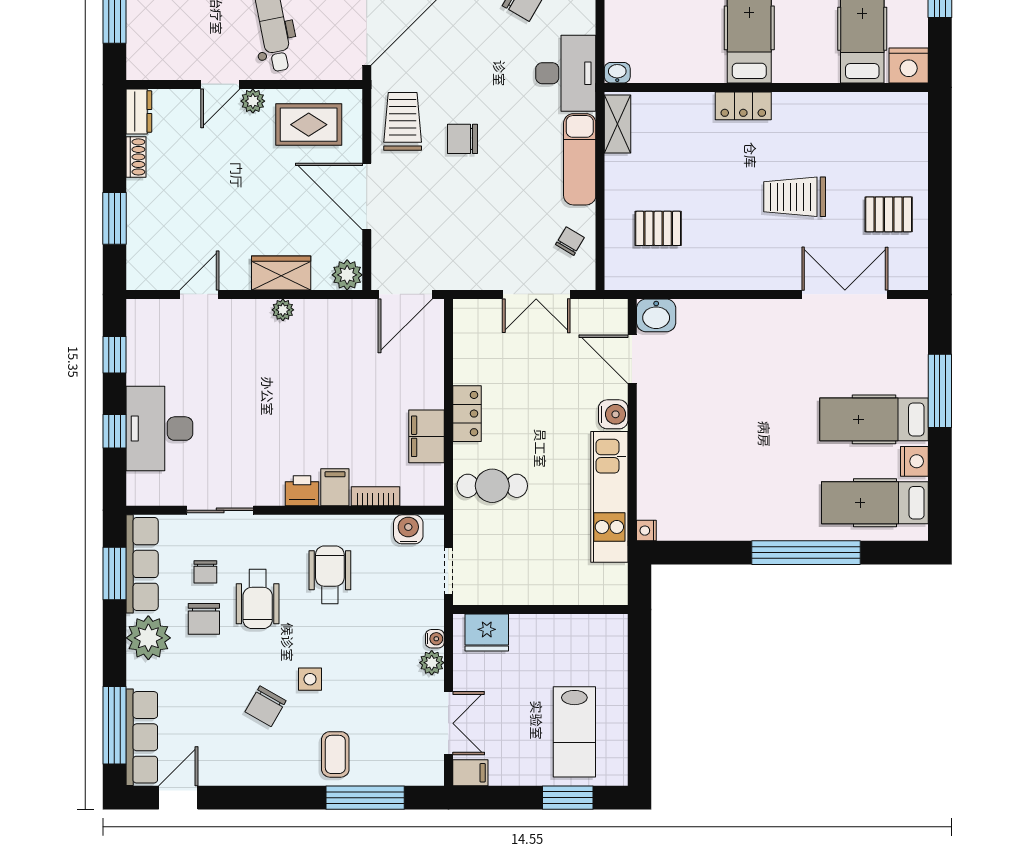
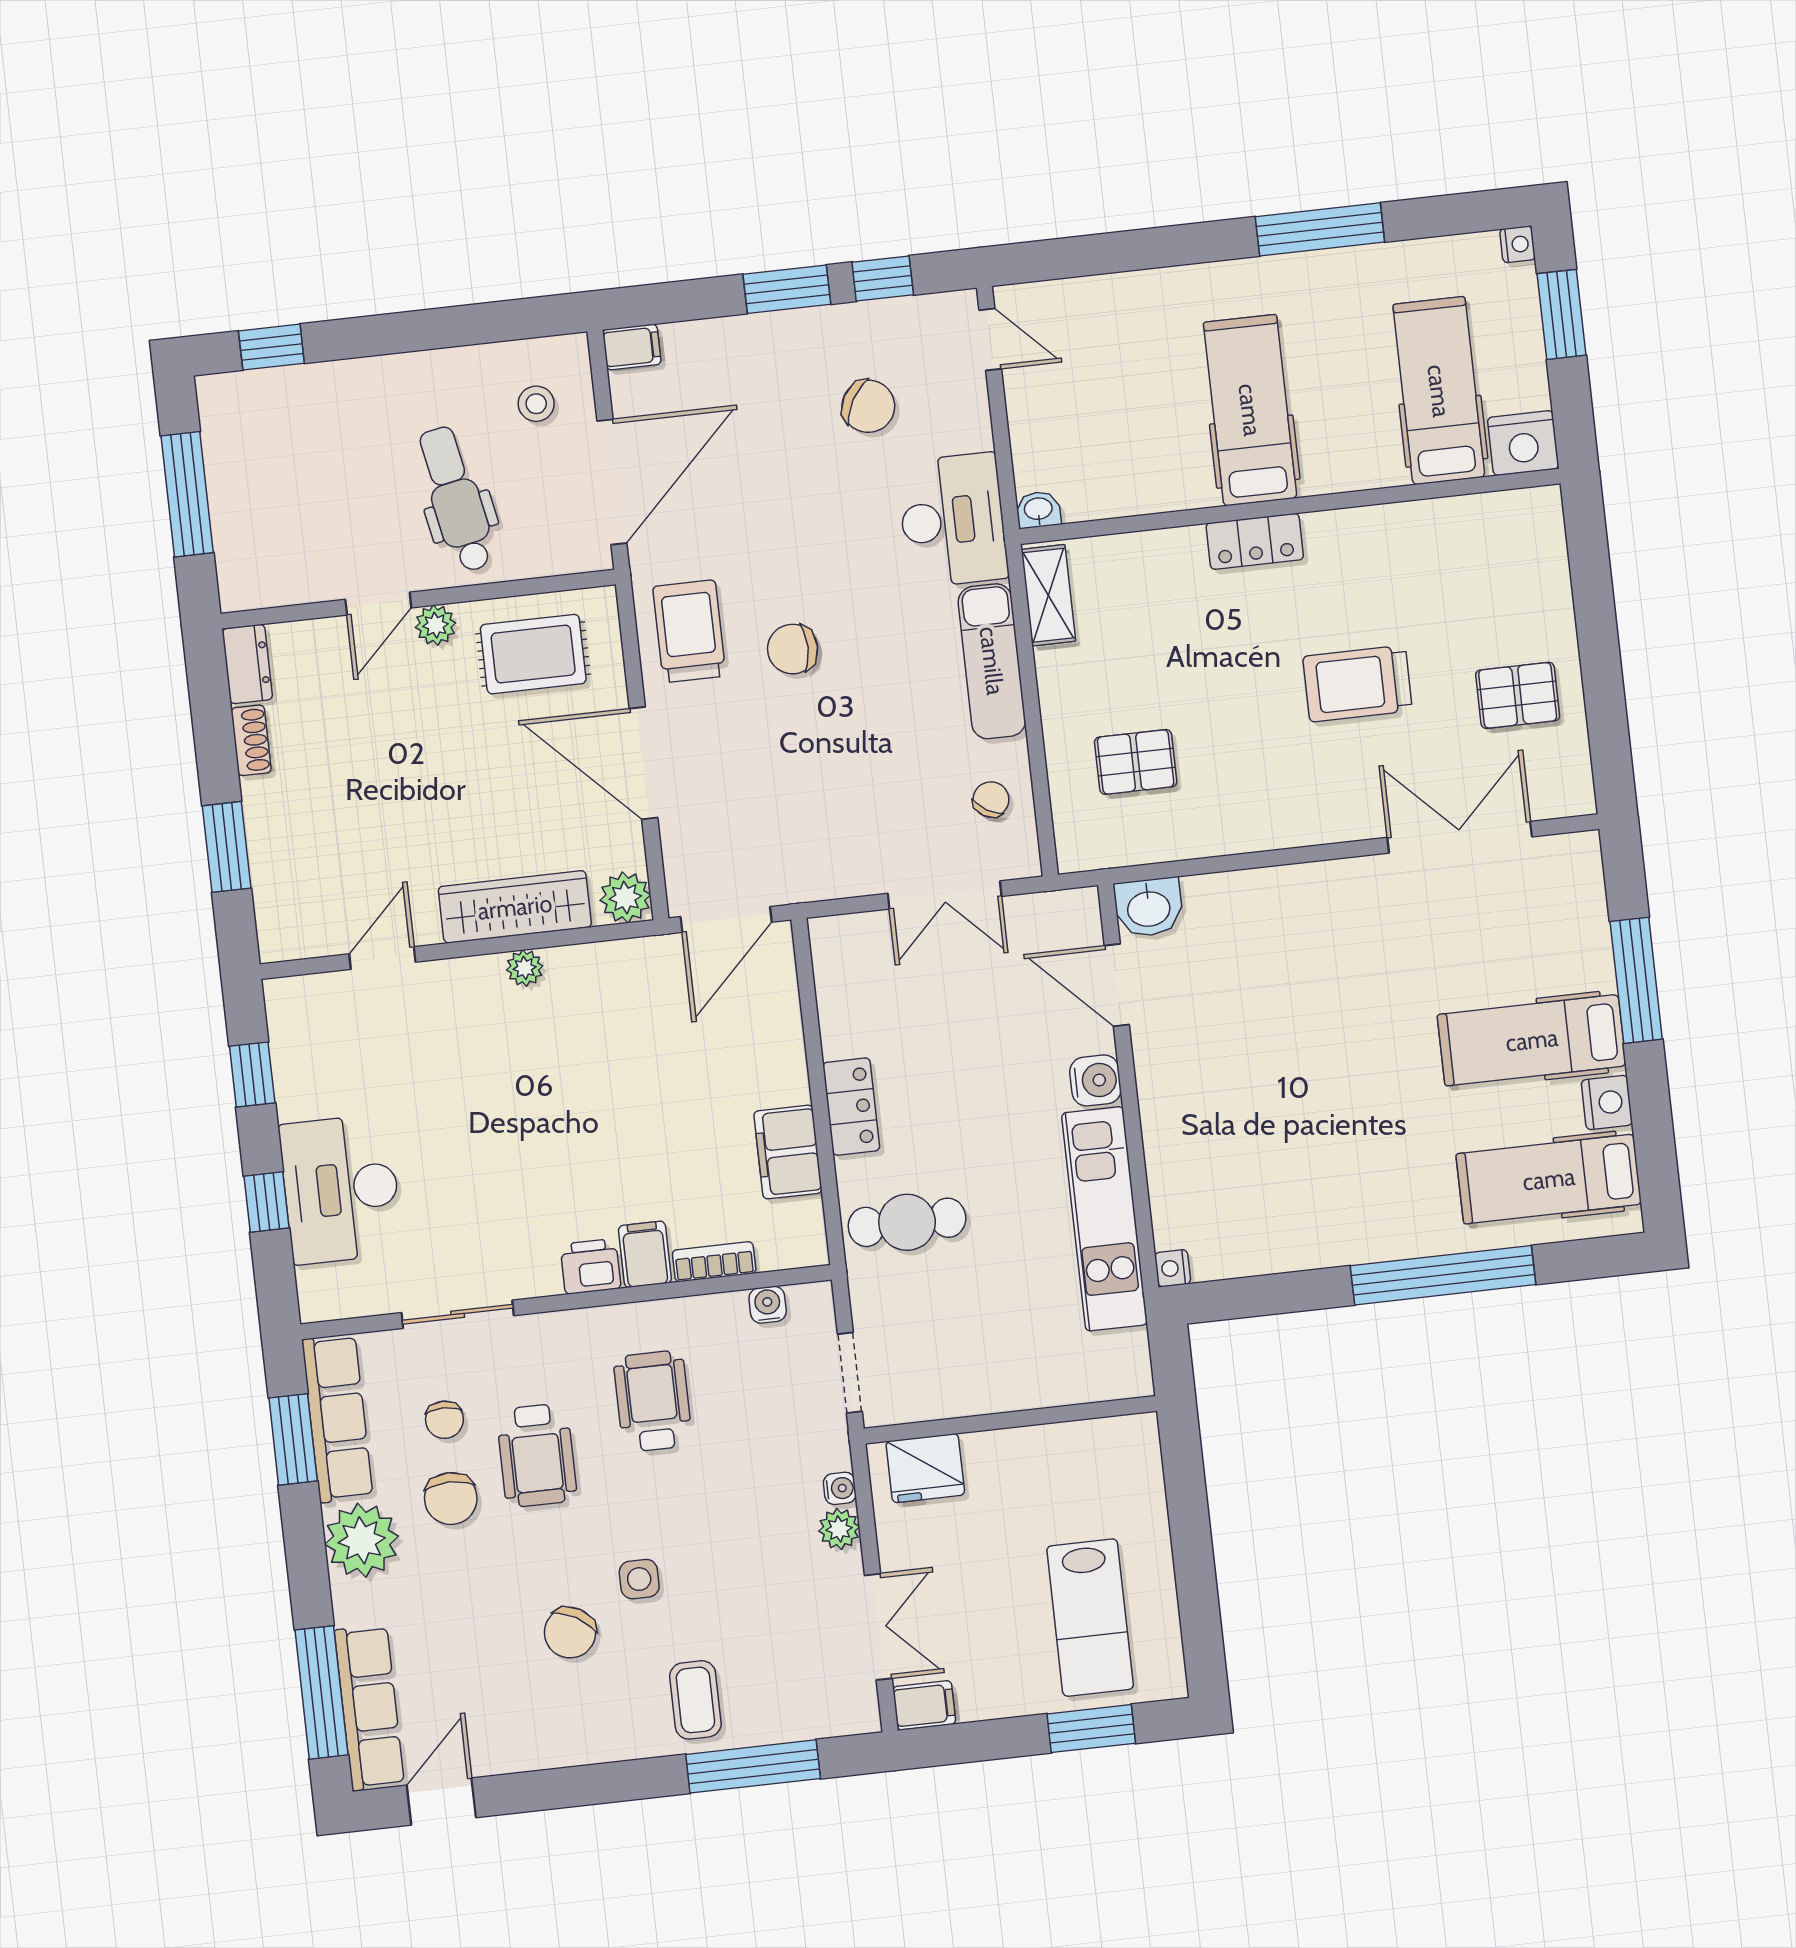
wardrobe: (281, 273) -> (515, 907), width x1.50
water cooler: (408, 529) -> (768, 1305), width x0.72, depth x0.72

